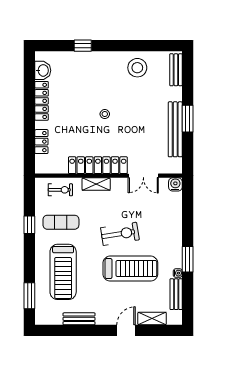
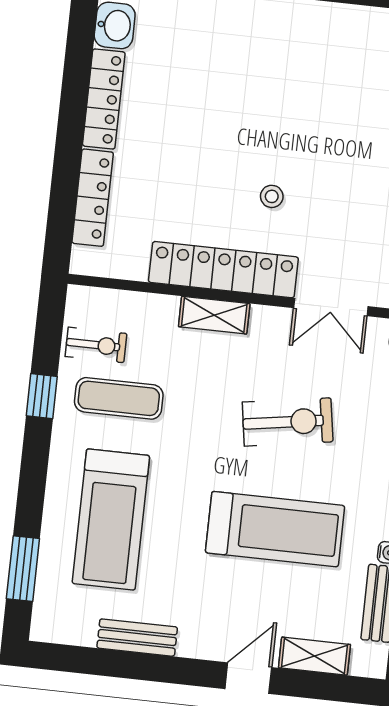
stool: (137, 68) -> (345, 44), removed
stool: (105, 114) -> (272, 196), moved
locker: (41, 142) -> (93, 198), width x1.53
exercise bike: (60, 190) -> (96, 345), moved
exercise bike: (120, 234) -> (288, 422), moved

